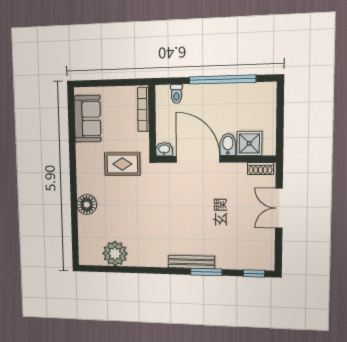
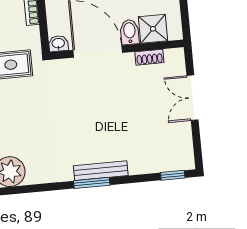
shoe rack: (260, 168) -> (149, 57), moved
window: (206, 272) -> (92, 183), moved

